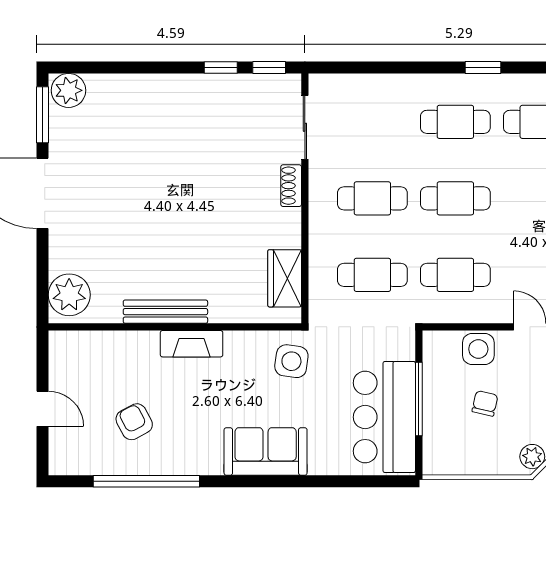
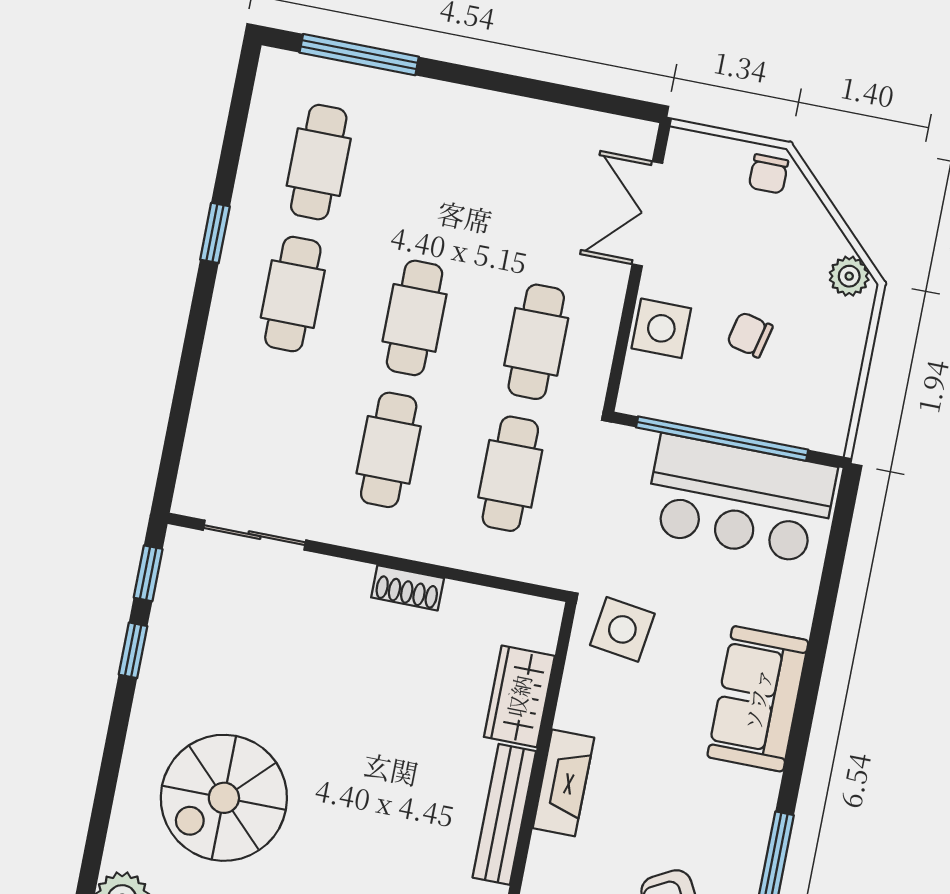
spiral stairs: (142, 140) -> (224, 798), added
shoe rack: (291, 186) -> (408, 588), moved
wardrobe: (285, 278) -> (519, 696), moved, turned 90
window: (419, 399) -> (722, 439), width x1.46

